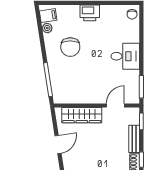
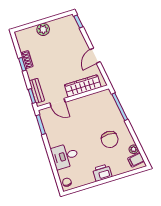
chair: (70, 47) -> (110, 139), turned 180
desk: (125, 56) -> (65, 156), moved
door: (115, 106) -> (58, 103), hinge flipped
bench: (134, 139) -> (37, 91), moved

